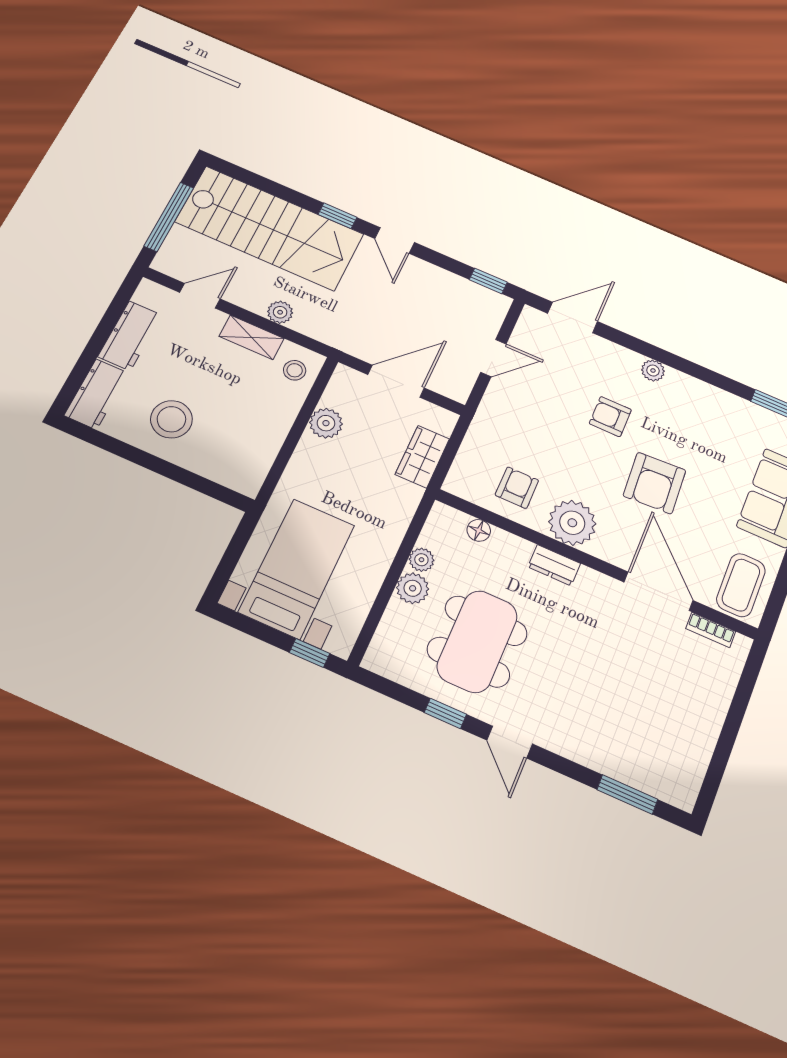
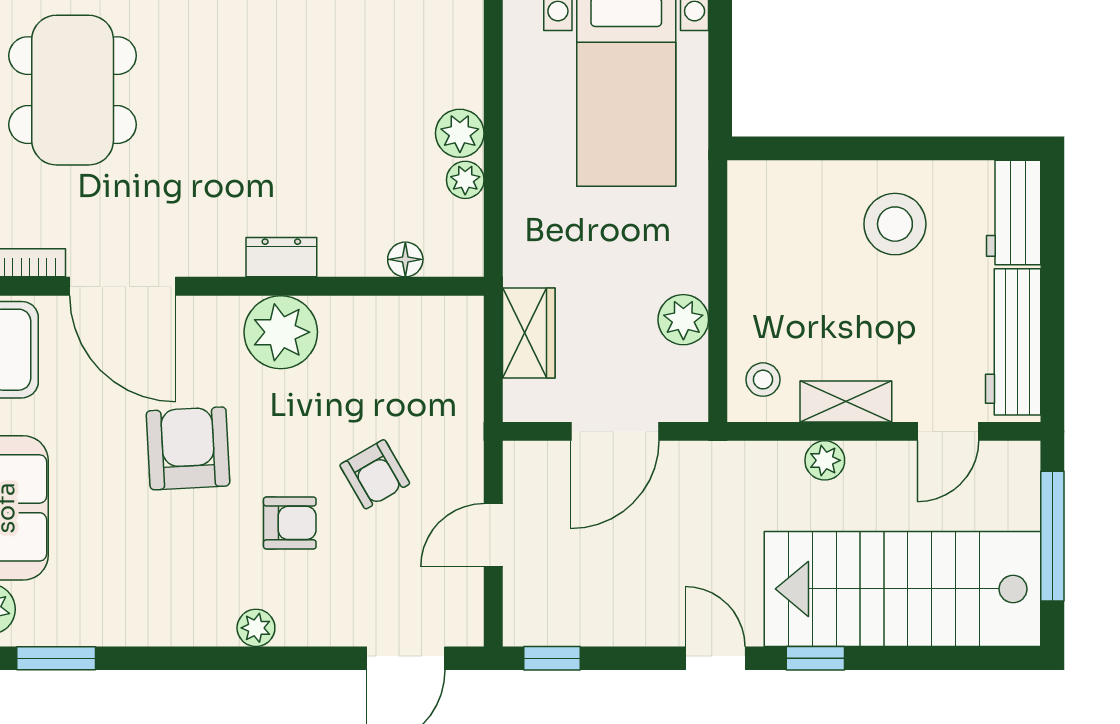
workbench: (130, 336) -> (1013, 342), width x1.37
armchair: (517, 488) -> (375, 474), moved, turned -30
dining table: (477, 641) -> (73, 90), moved

